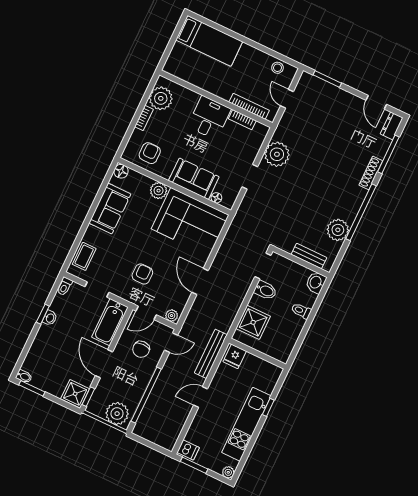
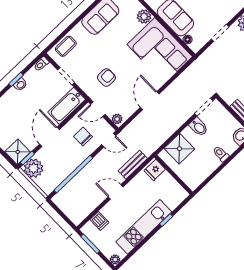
chair: (141, 349) -> (83, 136), turned 90
bench: (211, 354) -> (133, 165), width x0.73
plant: (117, 414) -> (34, 168), moved
dishwasher: (188, 450) -> (99, 221), moved

